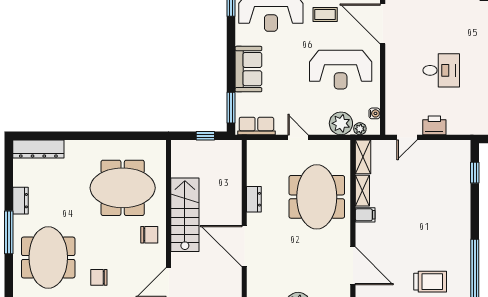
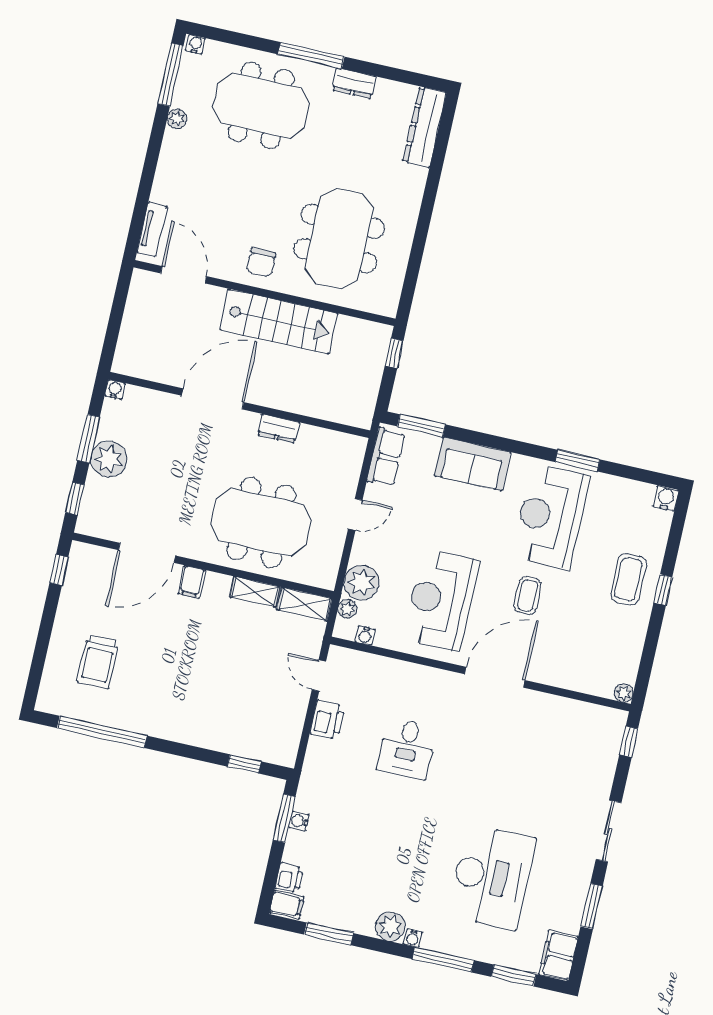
window: (205, 136) -> (394, 353), moved
filing cabinet: (365, 215) -> (192, 582), moved
chair: (99, 277) -> (215, 174), removed

